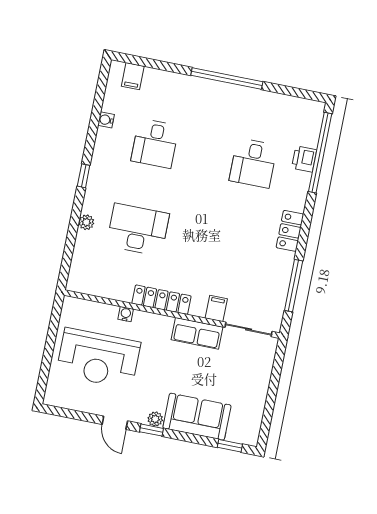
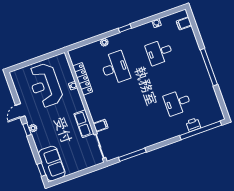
locker: (290, 231) -> (156, 138), removed
locker: (162, 300) -> (83, 79), moved
sofa: (197, 417) -> (52, 164), moved

